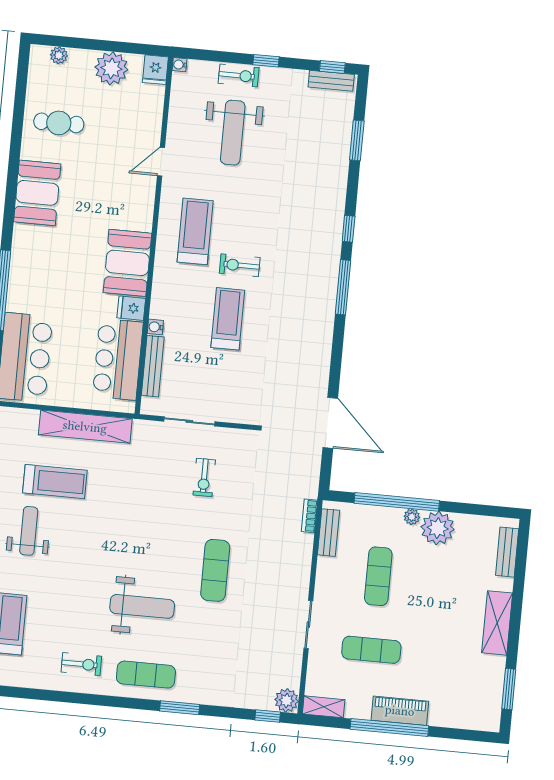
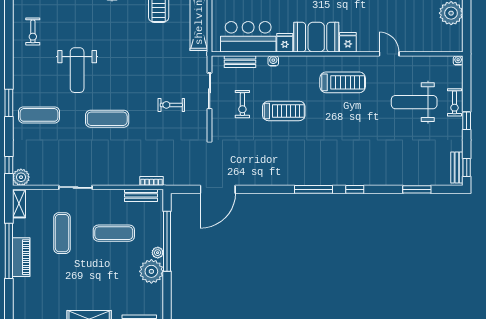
fridge: (155, 70) -> (348, 42), moved, turned 90
exercise bike: (240, 265) -> (242, 104), moved, turned 180
bench: (153, 366) -> (240, 62), width x0.73
exercise mat: (146, 675) -> (39, 115), moved, turned 90

